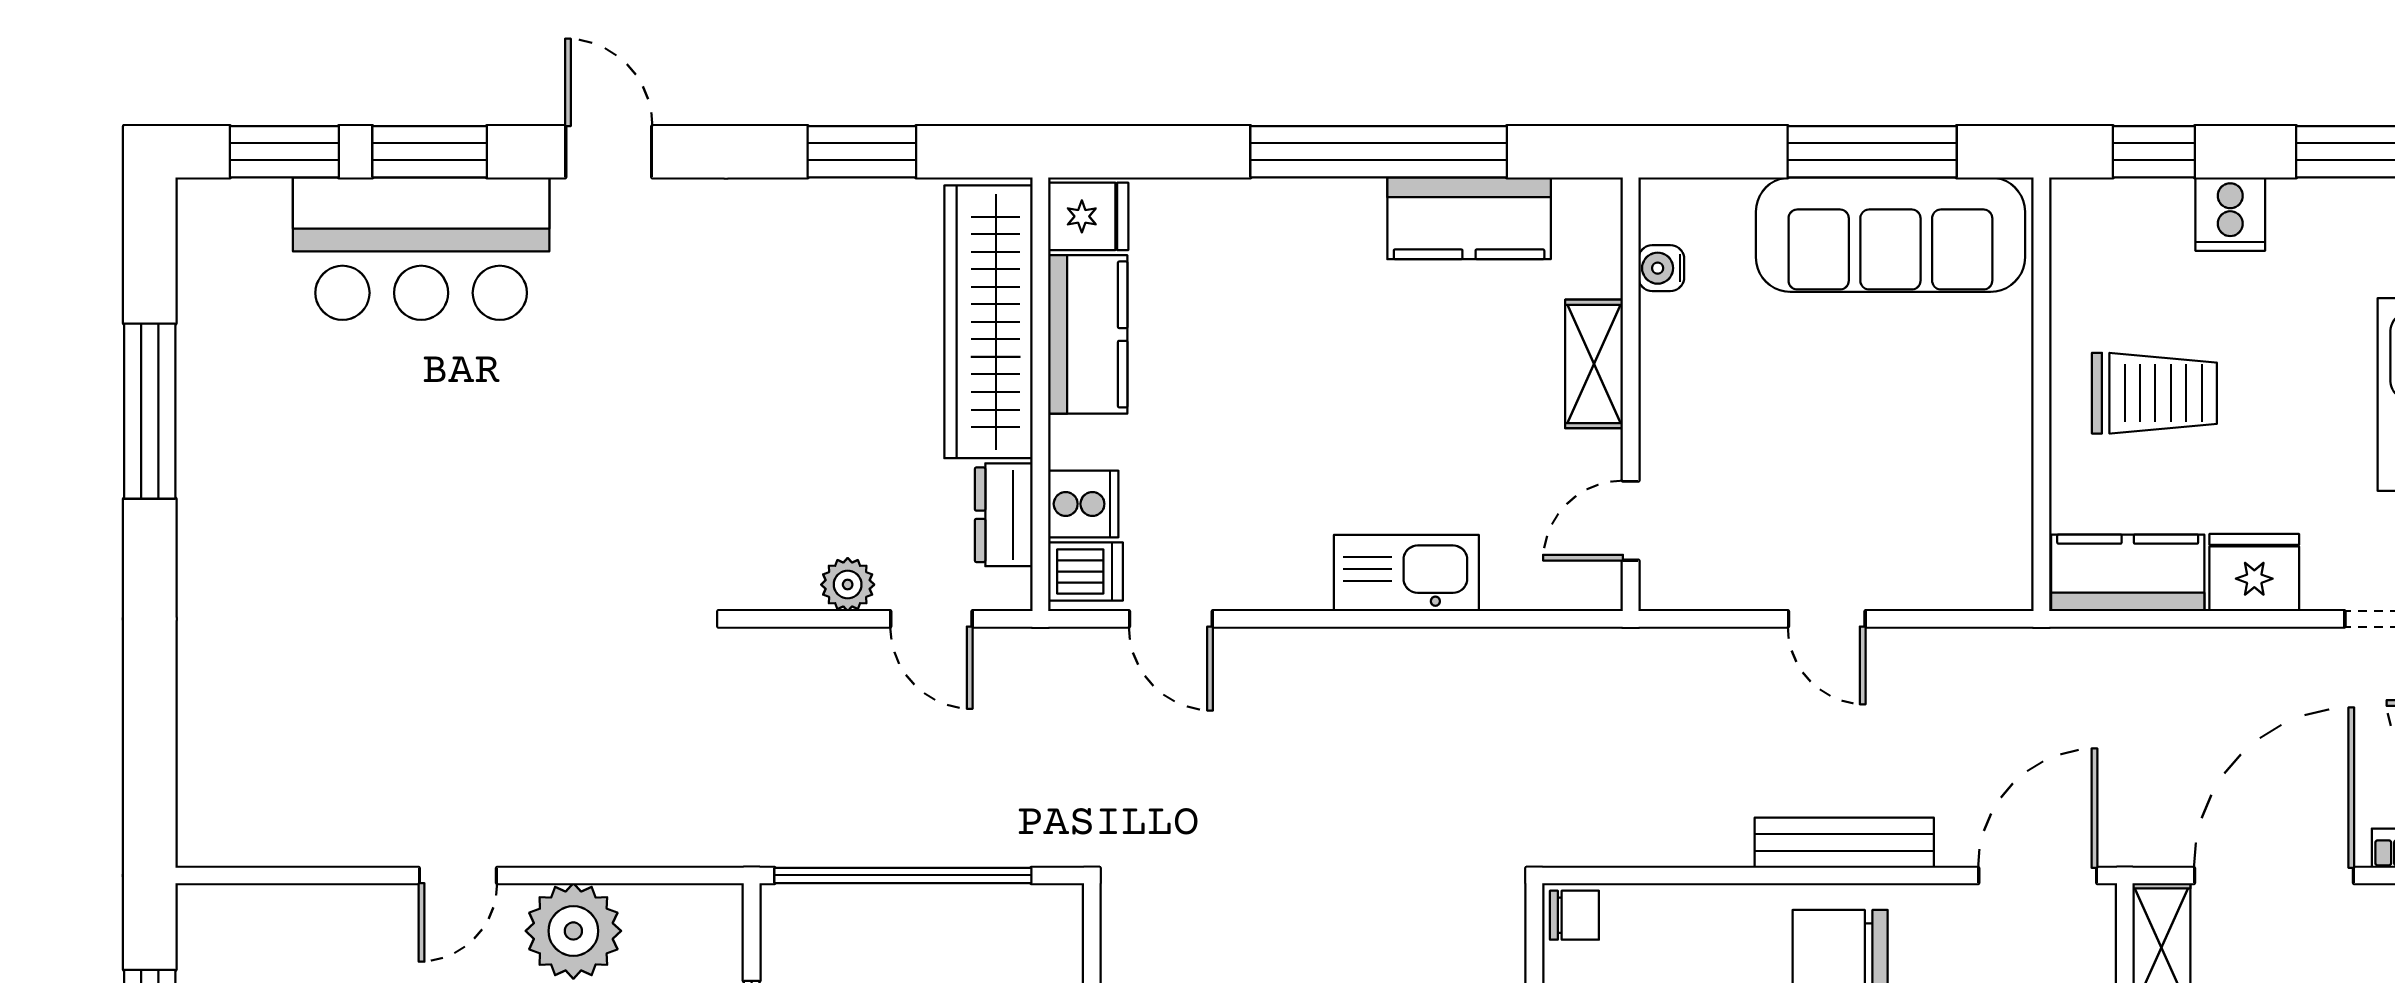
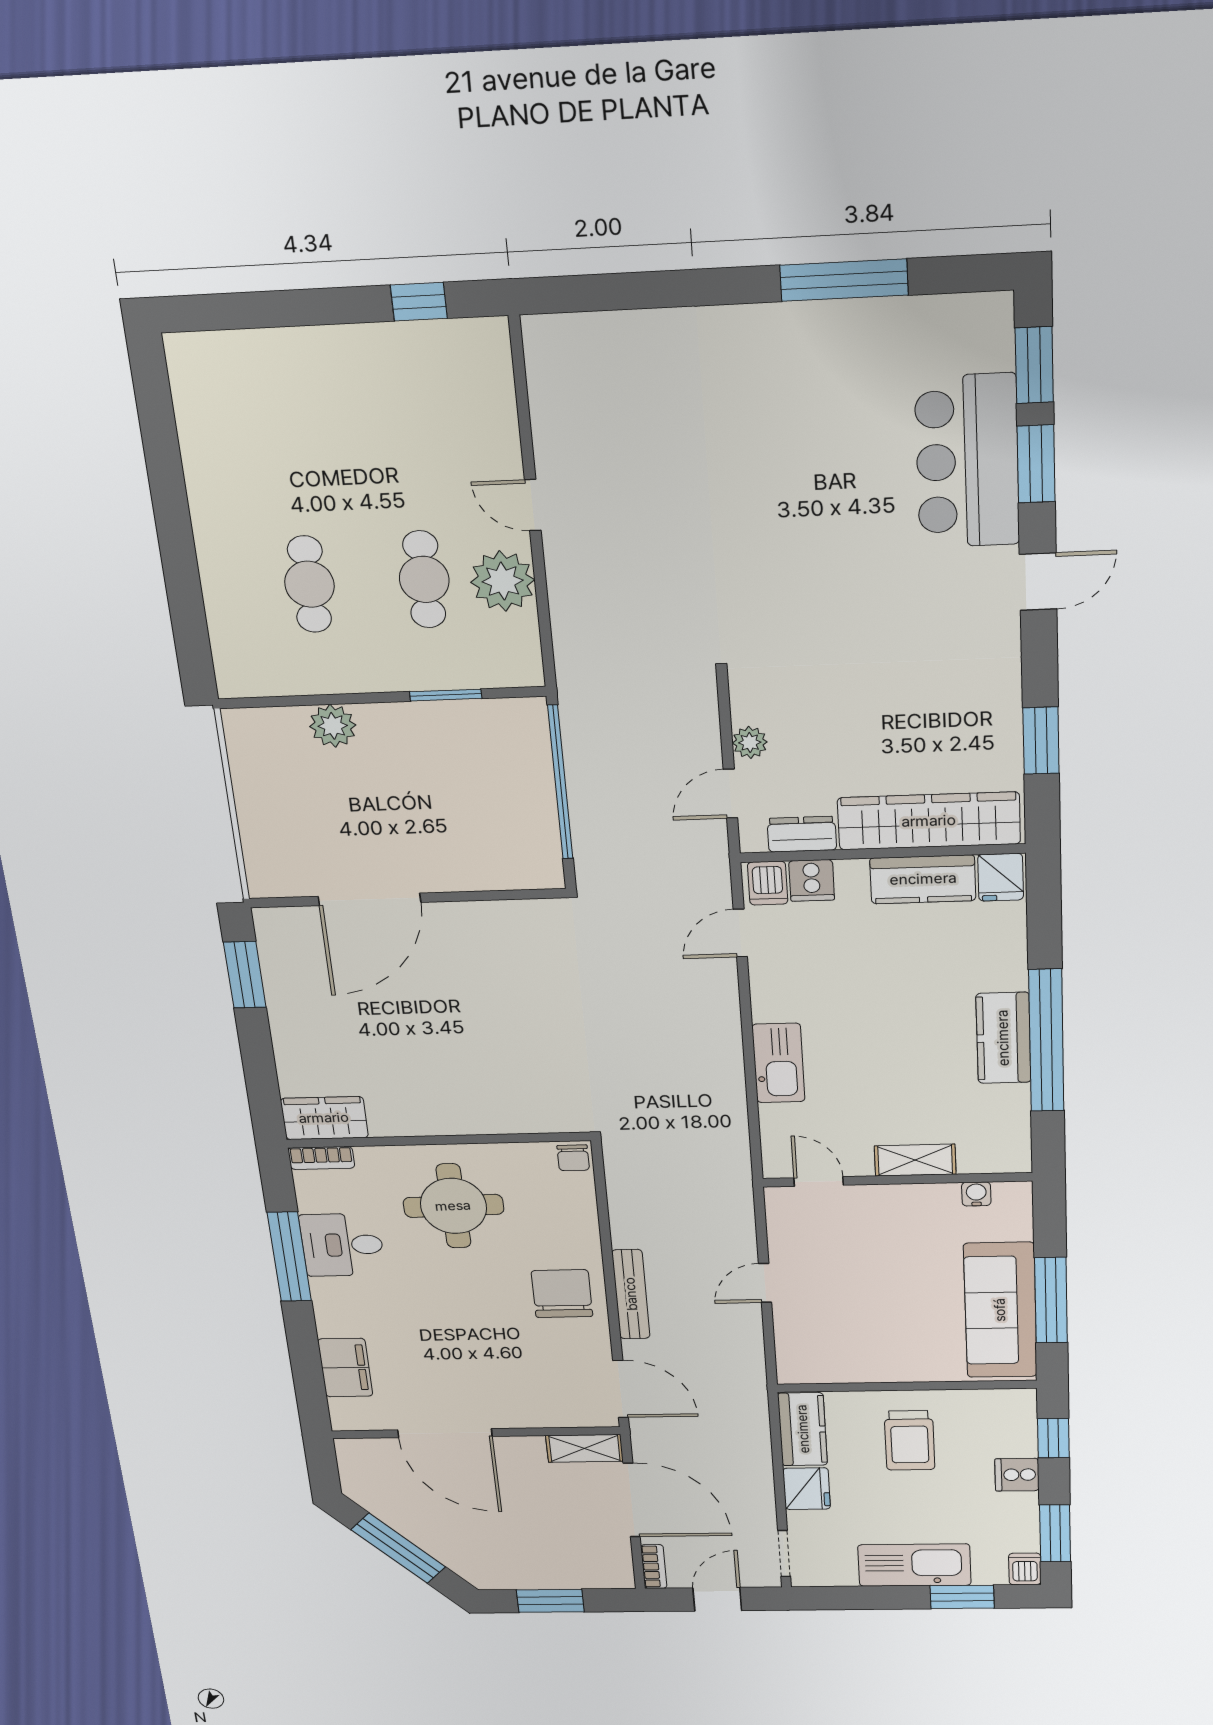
kitchen counter: (1469, 218) -> (1003, 1038), moved

